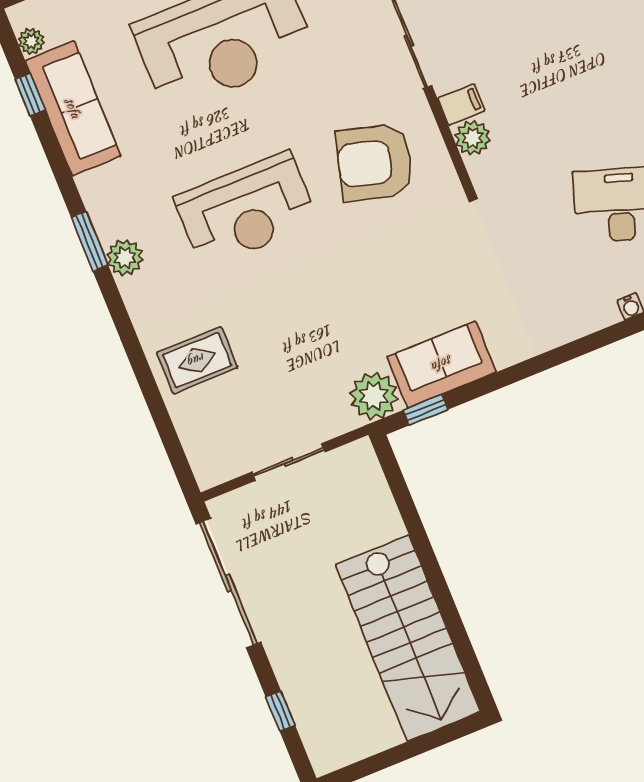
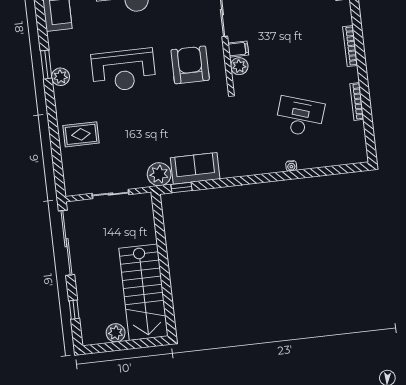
armchair: (375, 162) -> (190, 65), turned 75
plant: (375, 734) -> (116, 333), added

